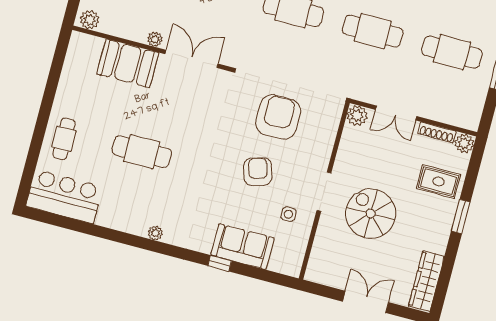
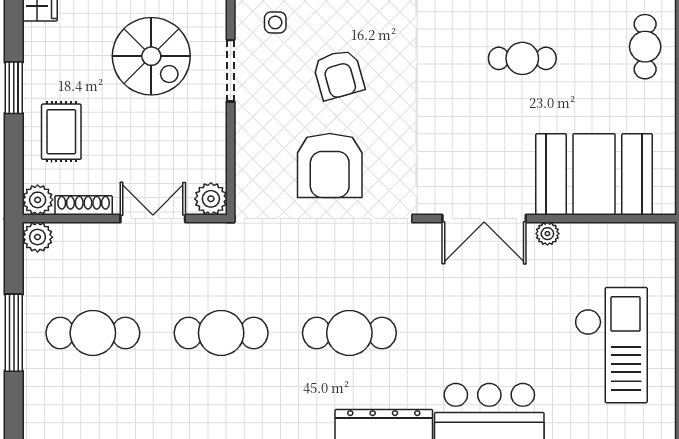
plant: (90, 20) -> (38, 237), moved
booth: (128, 63) -> (594, 174), width x1.36, depth x1.42
cafe table: (142, 152) -> (522, 58), width x0.73, depth x0.74
rug: (439, 182) -> (61, 132), turned 90

